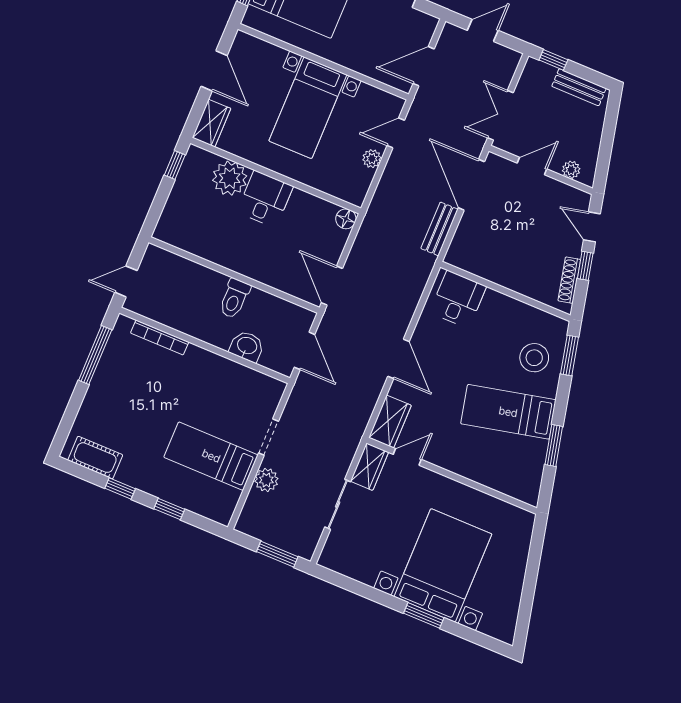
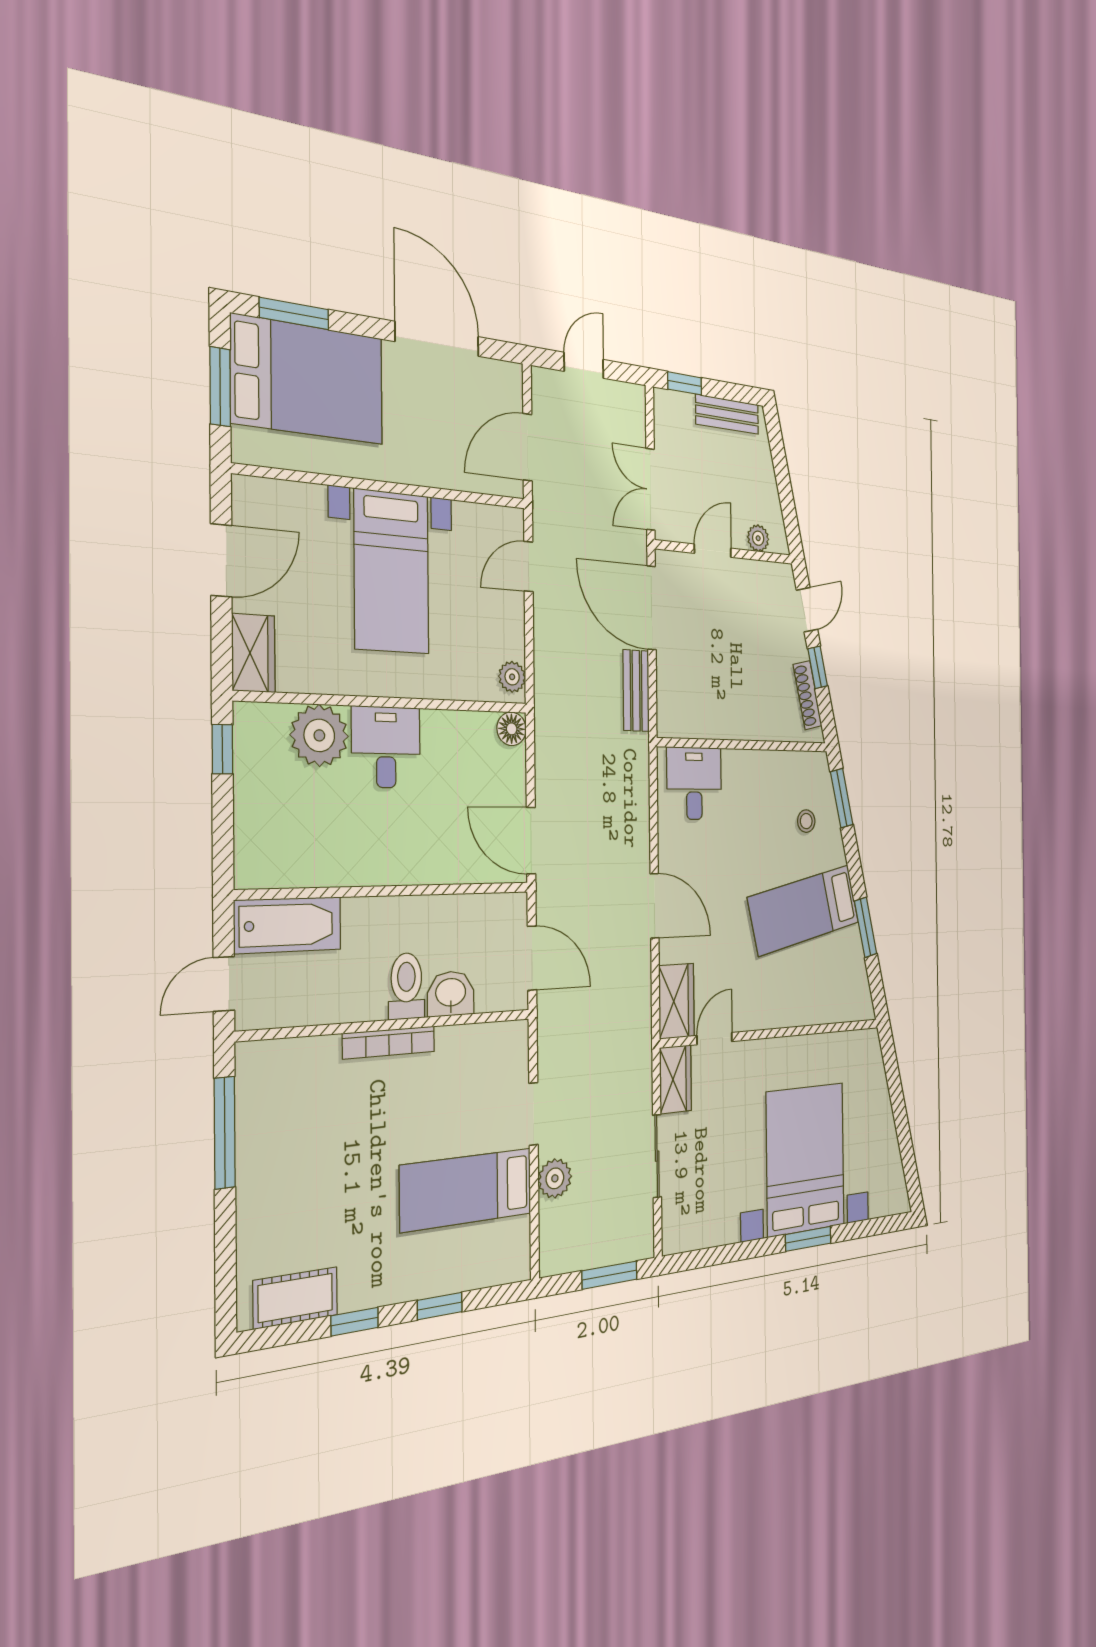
door: (214, 71) -> (221, 560), hinge flipped
plant: (372, 159) -> (512, 677), moved
door: (592, 227) -> (807, 610), swing flipped
bathtub: (171, 268) -> (288, 925), added
toilet: (234, 298) -> (406, 986), moved, turned 180
bookcase: (160, 337) -> (389, 1043), moved
stool: (534, 358) -> (806, 821), width x0.53, depth x0.53

